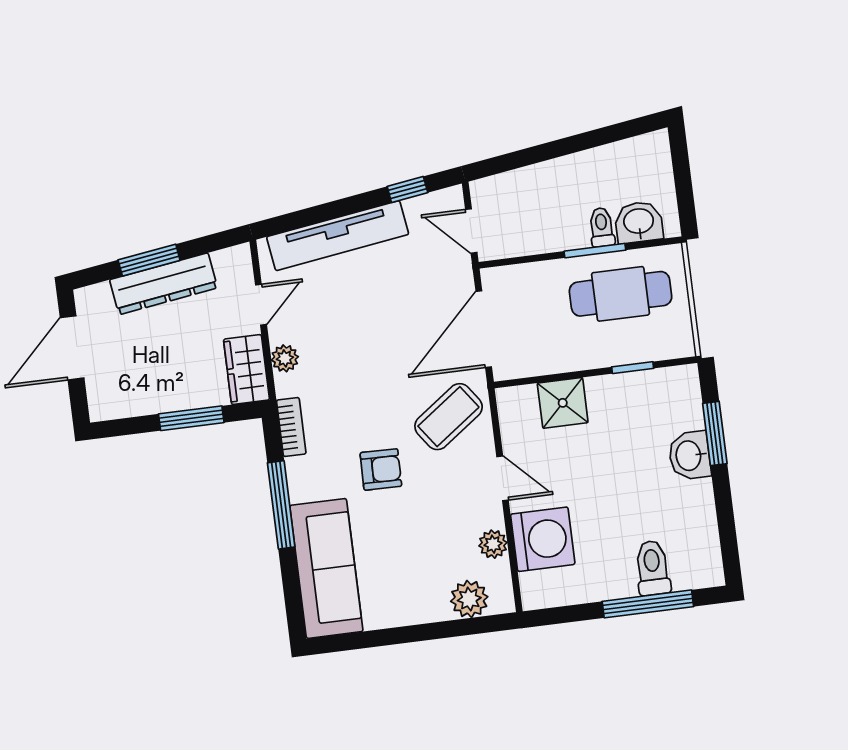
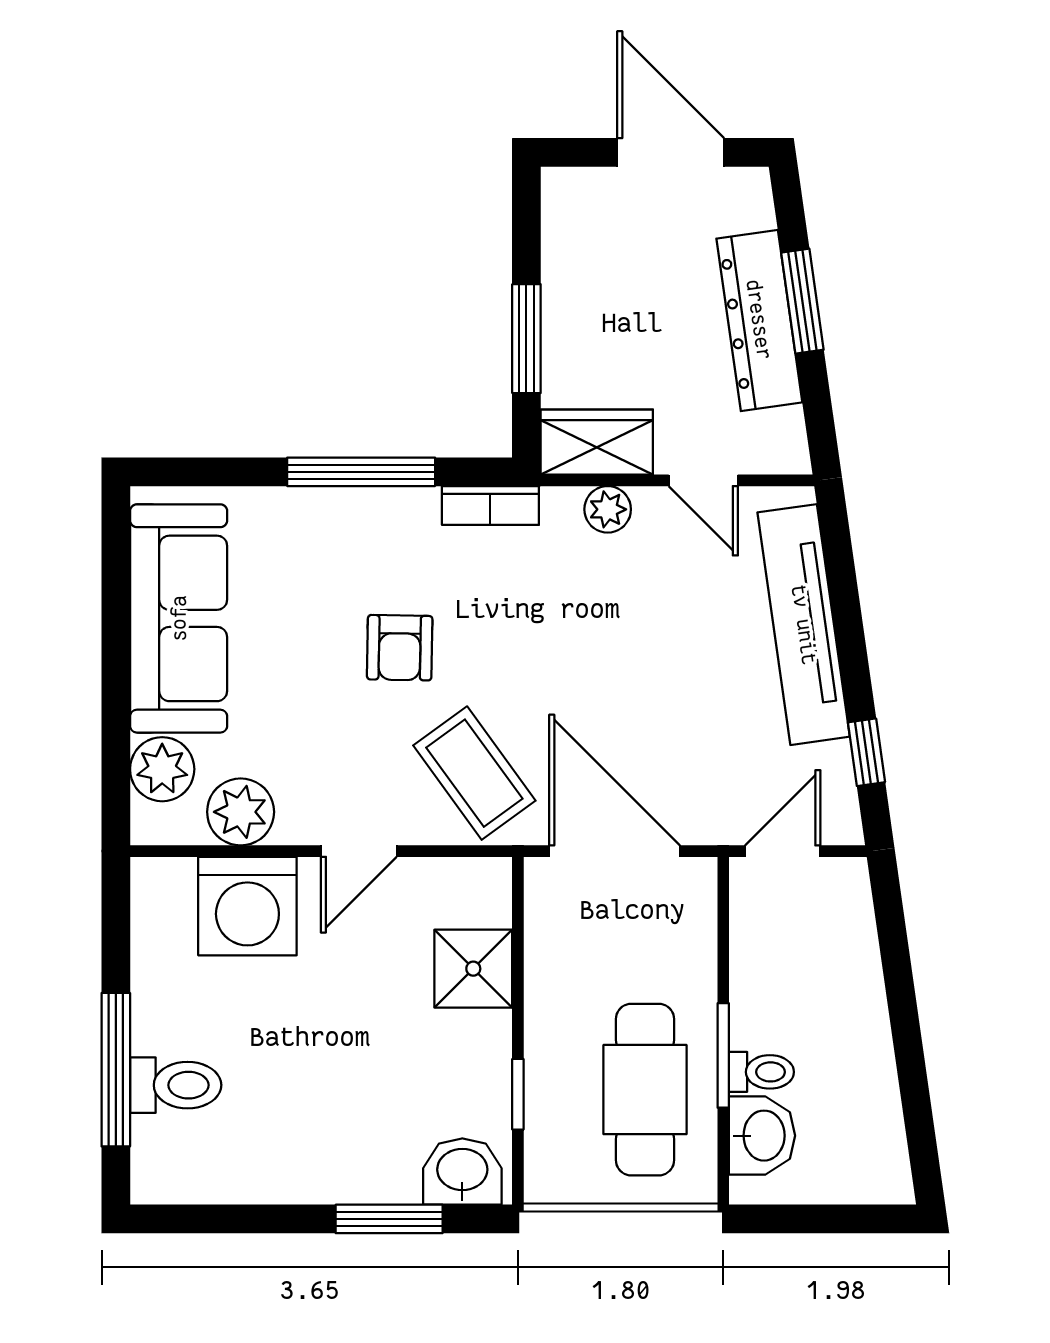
washbasin: (690, 456) -> (462, 1172), moved
plant: (493, 544) -> (241, 812), width x1.38, depth x1.38
sofa: (326, 568) -> (179, 618), moved, turned -90

